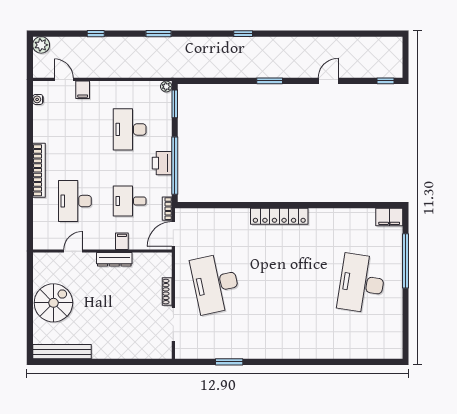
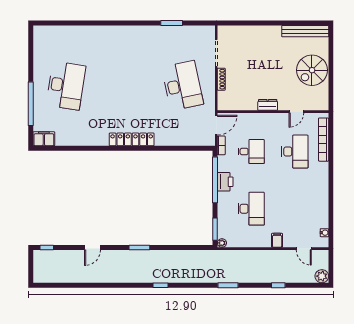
filing cabinet: (83, 90) -> (277, 240), moved
bookcase: (39, 170) -> (324, 140), moved
filing cabinet: (122, 241) -> (257, 119), removed
dresser: (114, 259) -> (268, 105), width x0.70

